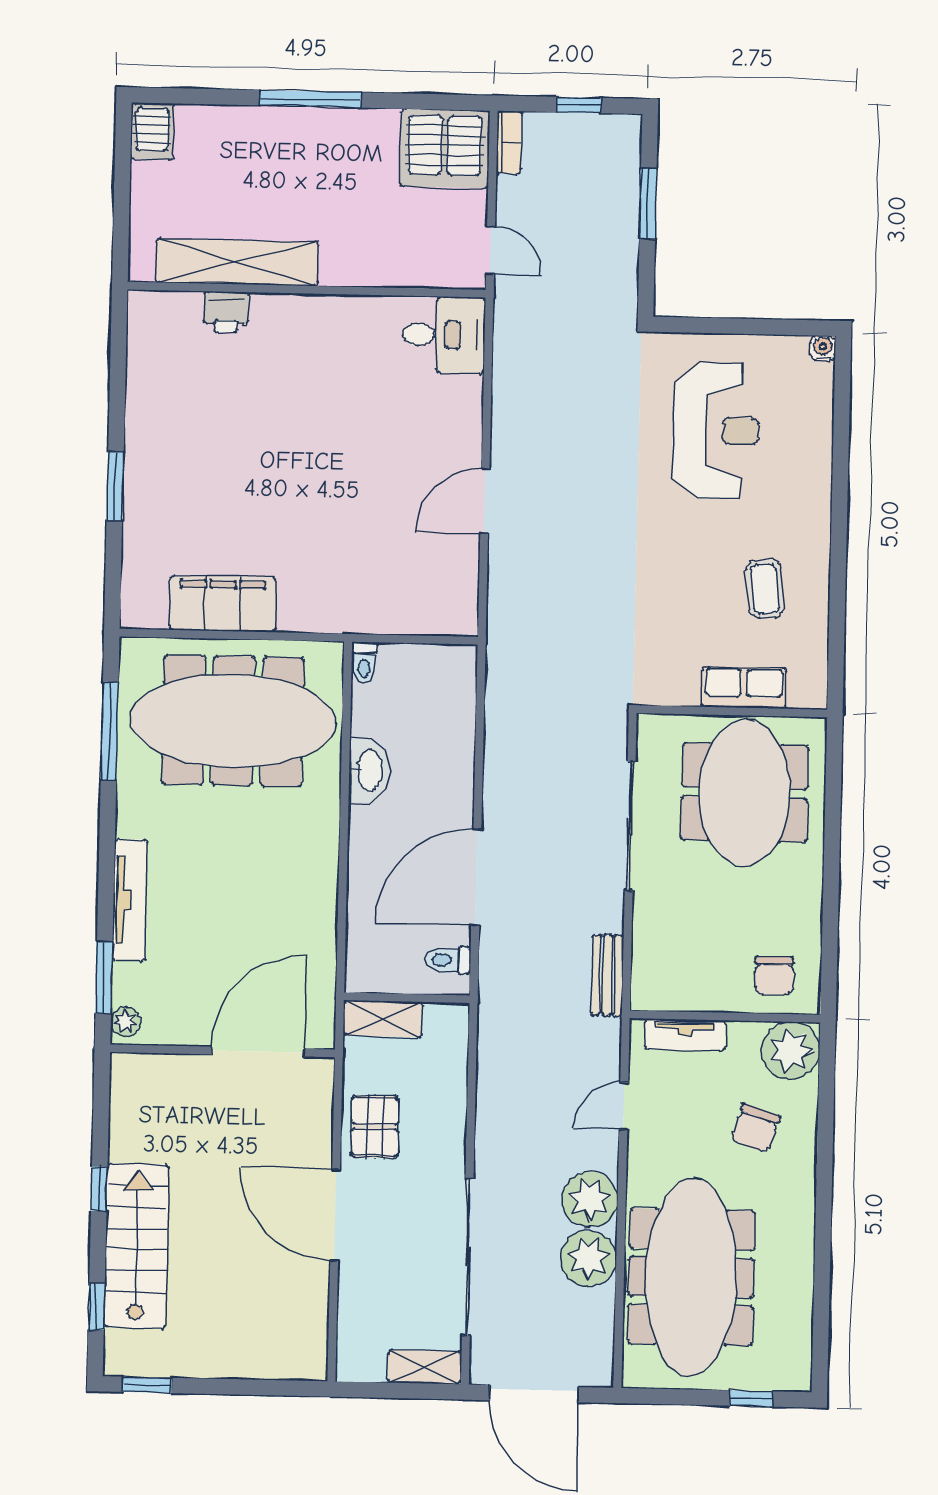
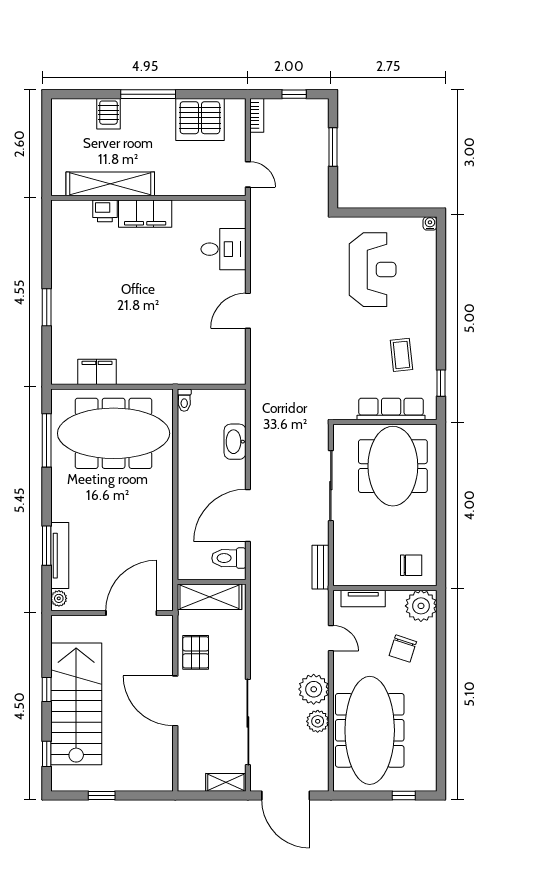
server rack: (152, 131) -> (108, 114), moved
server rack: (445, 148) -> (200, 119), moved
filing cabinet: (300, 319) -> (145, 214), added
desk: (444, 335) -> (223, 249), moved
filing cabinet: (223, 604) -> (97, 372), width x0.67, depth x0.86
window: (836, 642) -> (441, 383), added
row of seats: (744, 688) -> (391, 409), width x1.48
washbasin: (369, 770) -> (235, 442), moved, turned 180
tv unit: (130, 900) -> (60, 556), moved
toilet: (448, 960) -> (229, 558), width x1.37, depth x1.39
chair: (774, 976) -> (411, 565), turned -90
window: (104, 978) -> (47, 546), moved
shelving: (383, 1019) -> (209, 597), width x1.50, depth x1.33
door: (624, 1106) -> (331, 638), swing flipped
stairs: (136, 1246) -> (76, 704), width x1.36, depth x1.51
plant: (588, 1258) -> (318, 721), width x0.73, depth x0.73
window: (147, 1385) -> (102, 796), moved

